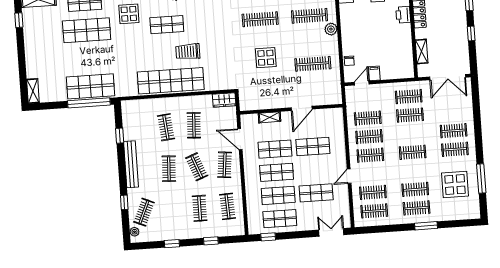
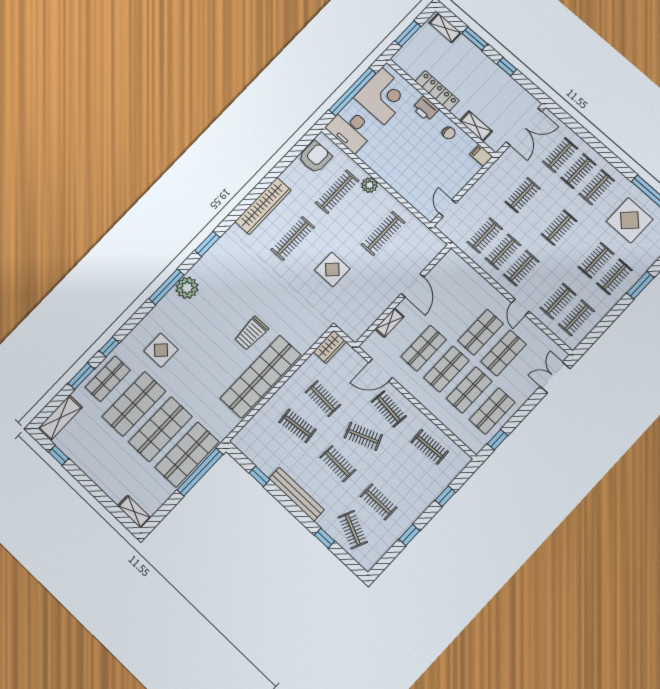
shop shelf: (167, 25) -> (160, 429), moved, width x1.43, depth x1.36
chair: (349, 61) -> (449, 133), moved
filing cabinet: (374, 73) -> (481, 155), moved
clothes rail: (409, 97) -> (560, 155), moved
shop shelf: (313, 147) -> (481, 332), moved
clothes rail: (200, 208) -> (379, 502), moved
plant: (135, 232) -> (361, 558), removed

